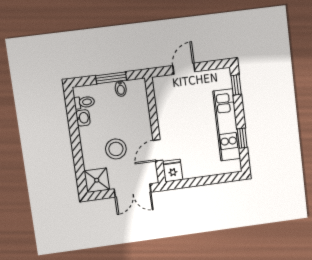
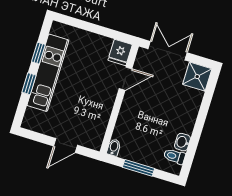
window: (236, 85) -> (29, 84), moved
bidet: (121, 89) -> (114, 147), moved
stool: (116, 149) -> (165, 98), removed

